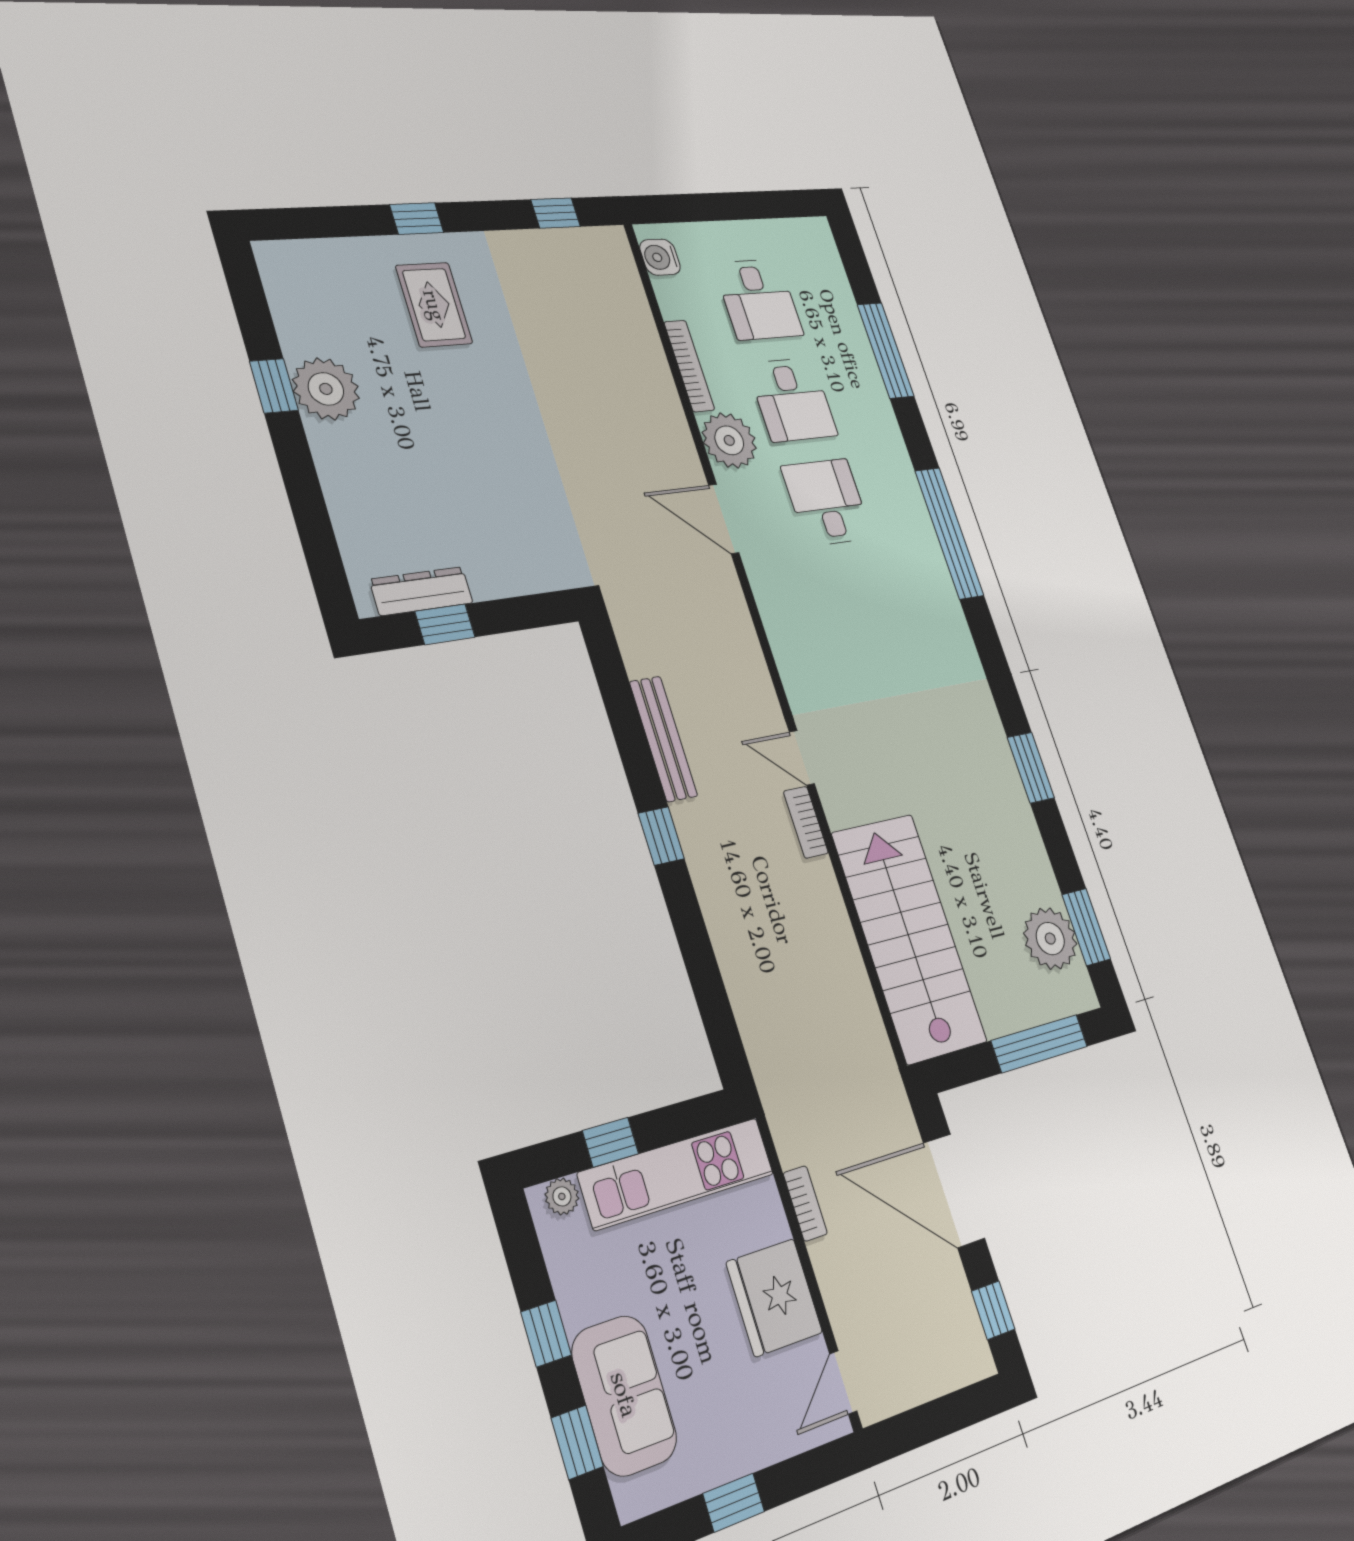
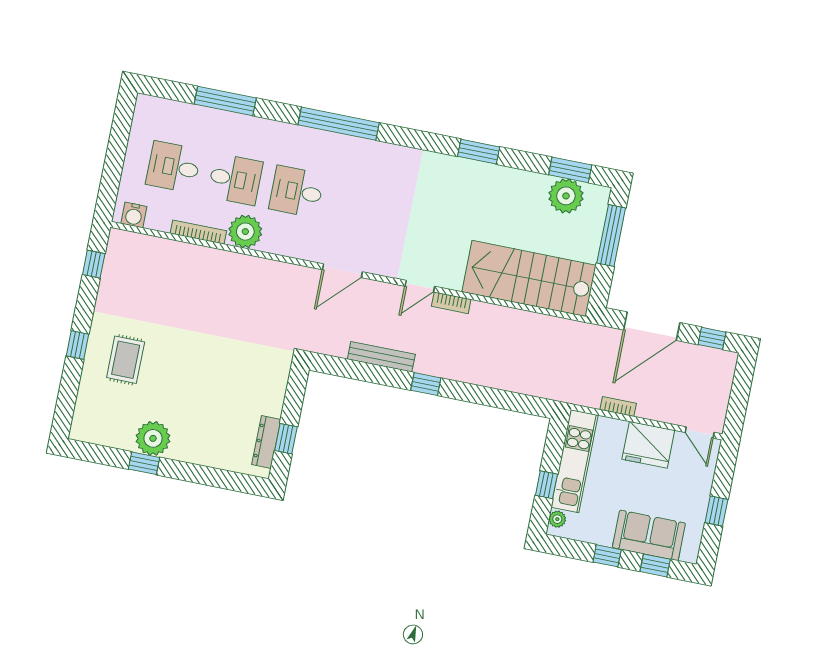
desk: (758, 299) -> (174, 167), turned 180
rug: (434, 305) -> (126, 360), turned 90
door: (724, 519) -> (342, 271), moved

